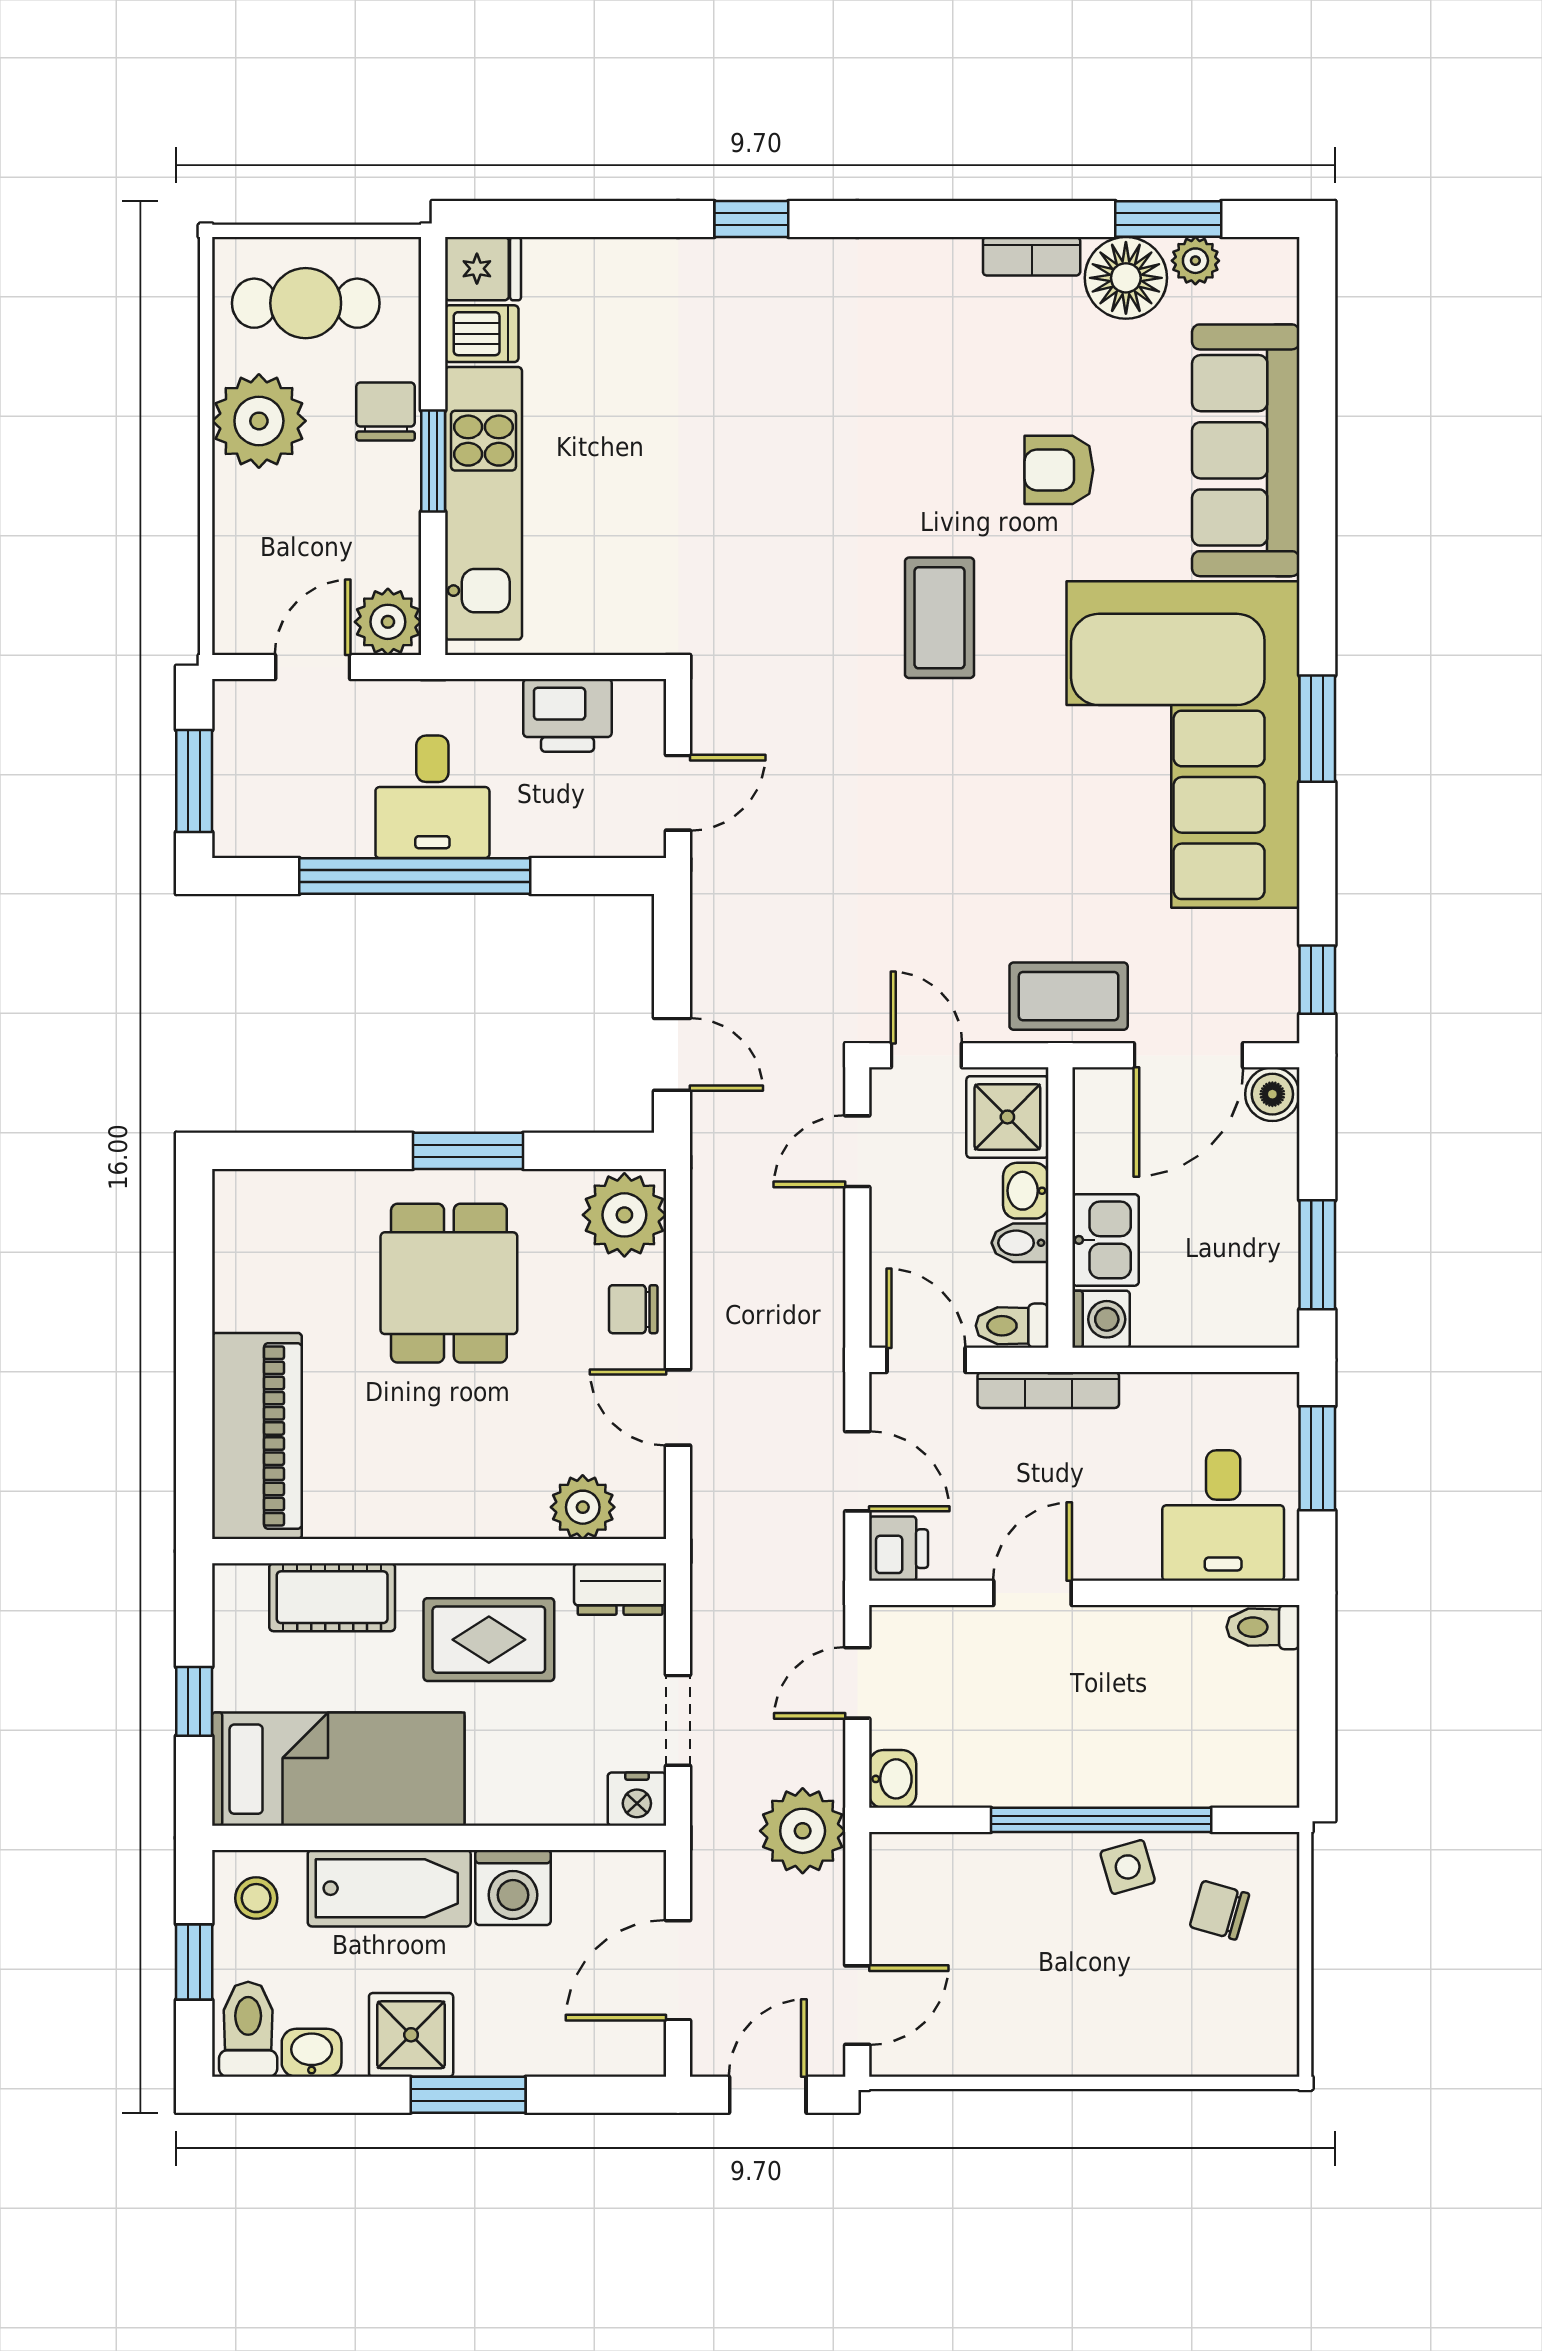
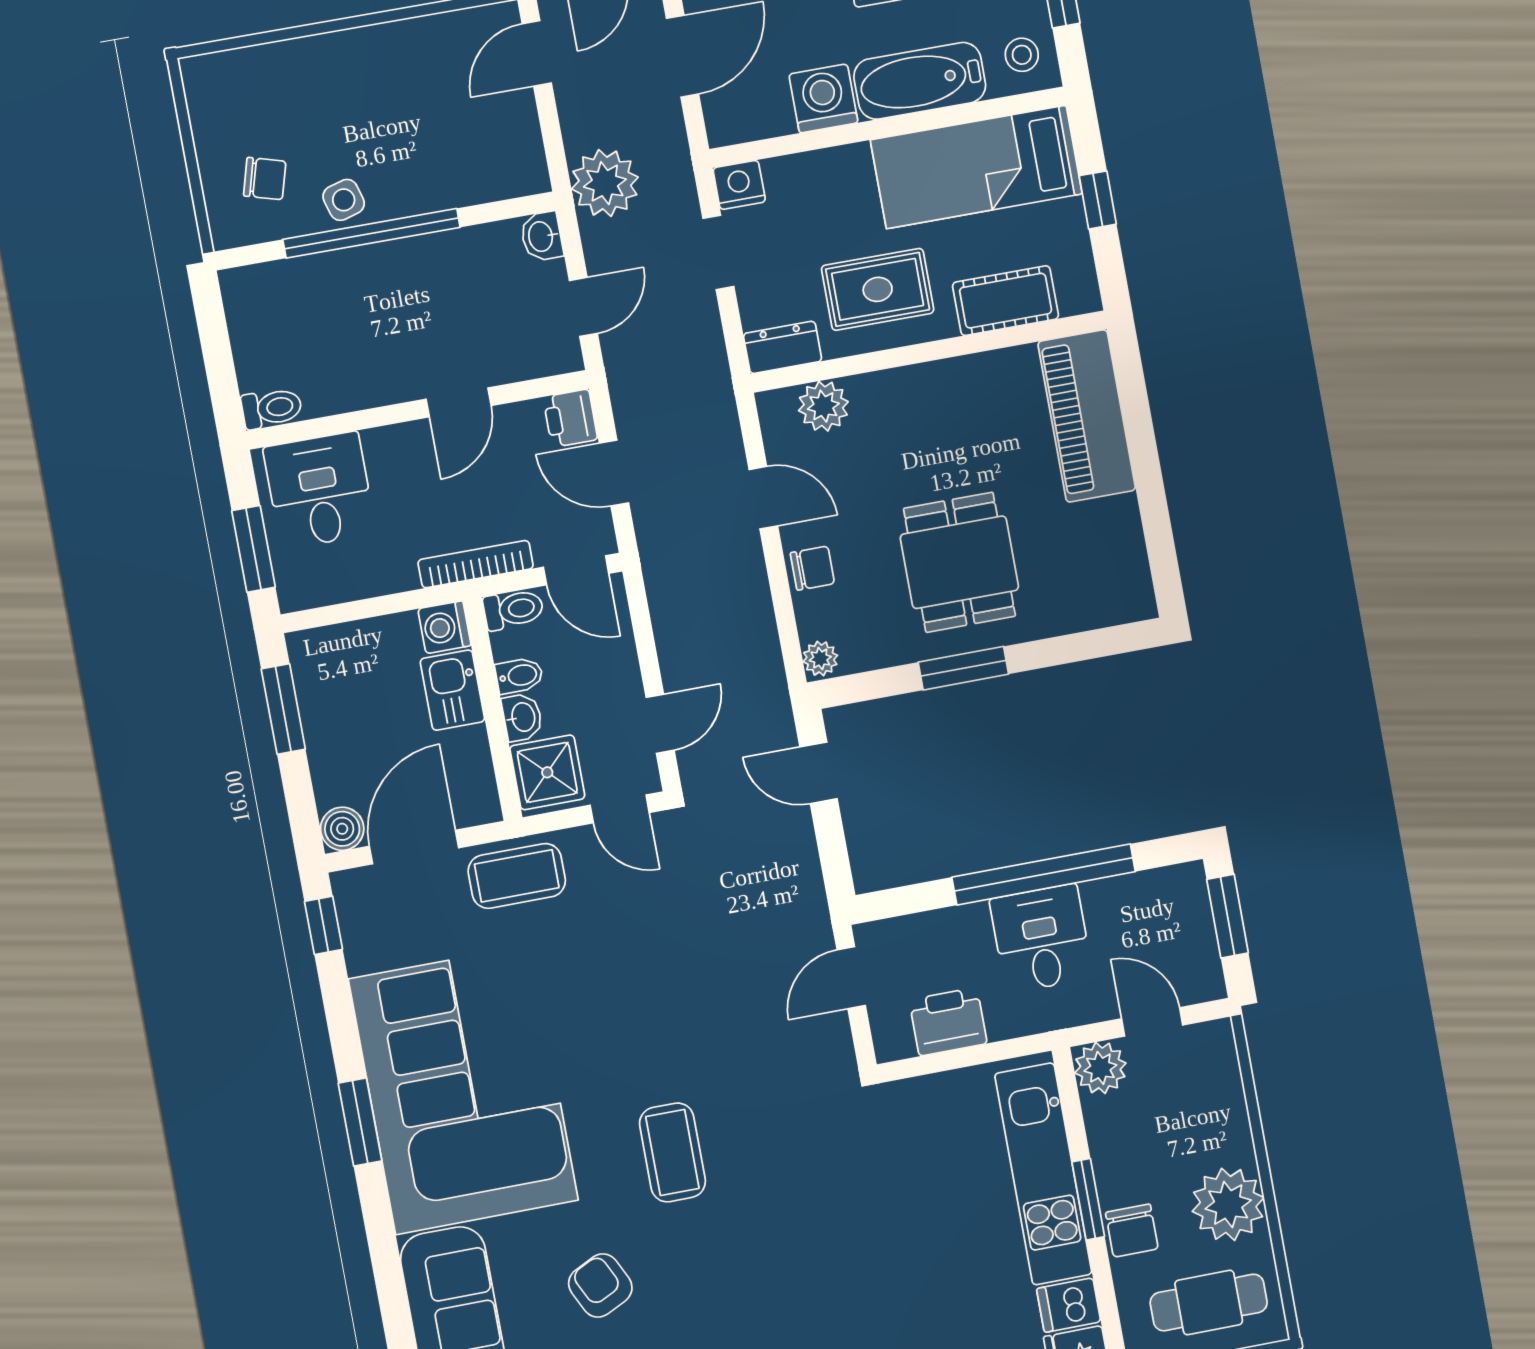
armchair: (1059, 470) -> (600, 1286), turned -116
door: (313, 667) -> (1152, 1022), swing flipped
plant: (624, 1215) -> (820, 659), width x0.53, depth x0.53

